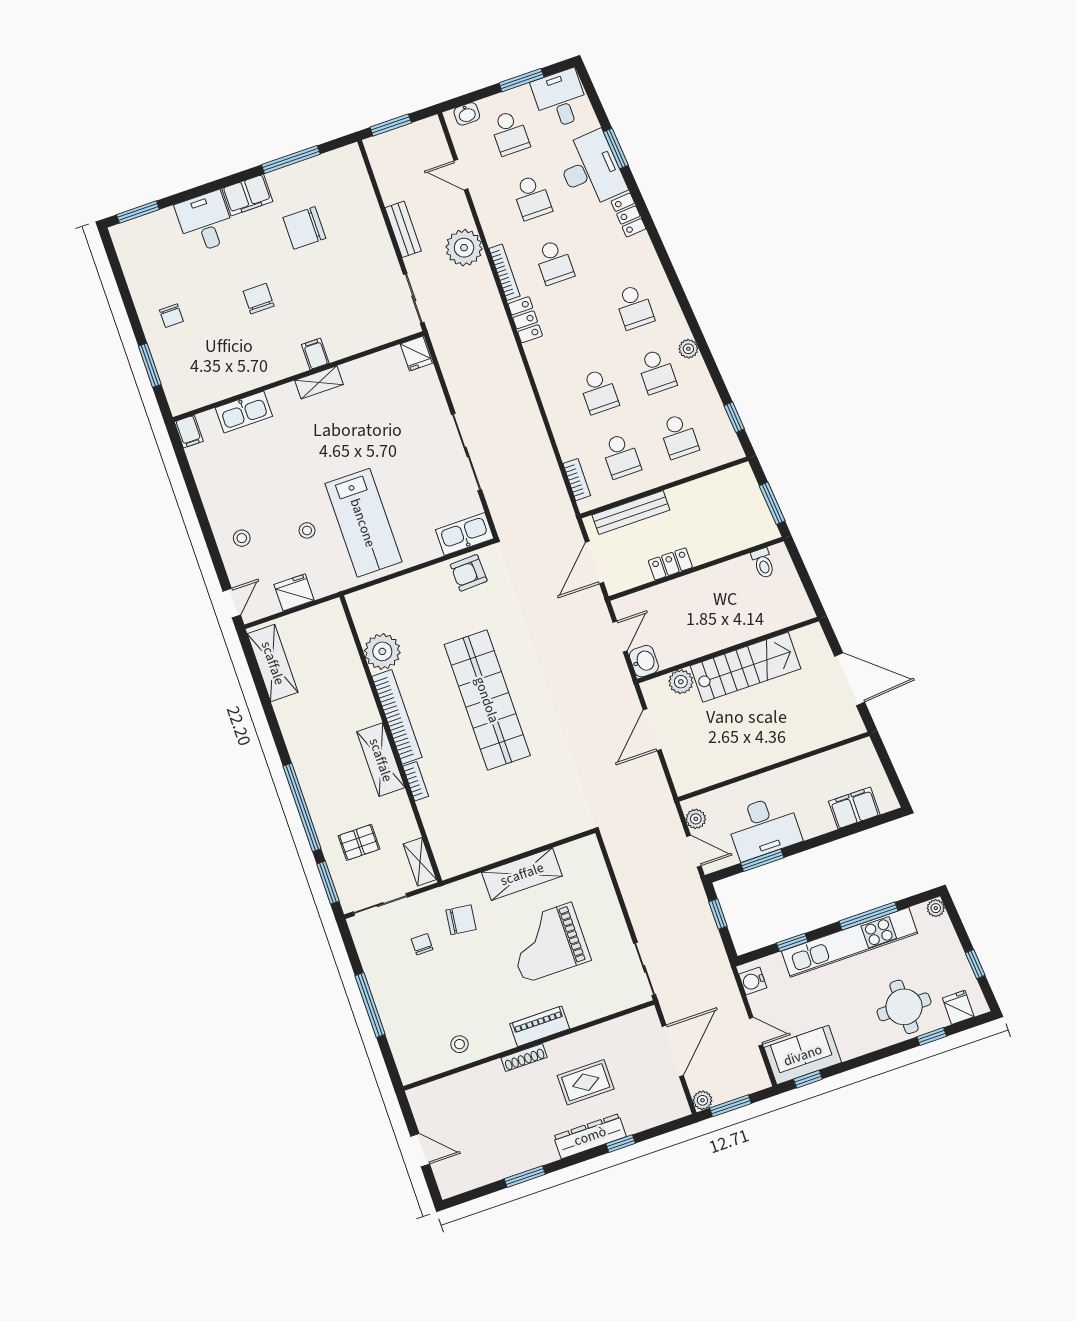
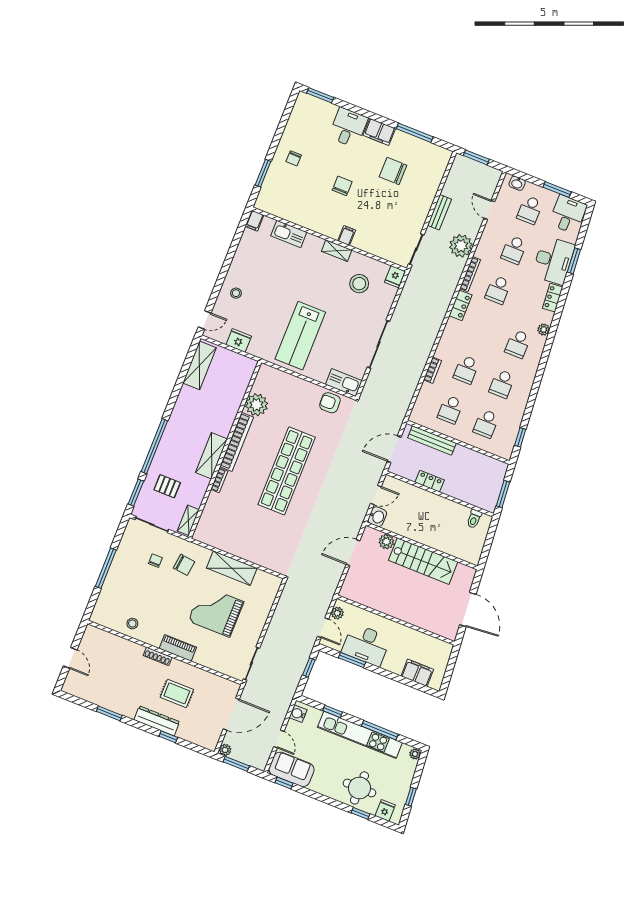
plant: (688, 349) -> (544, 330), moved
bookcase: (577, 480) -> (432, 370), moved
stool: (307, 530) -> (359, 284), moved, width x1.89, depth x1.89

